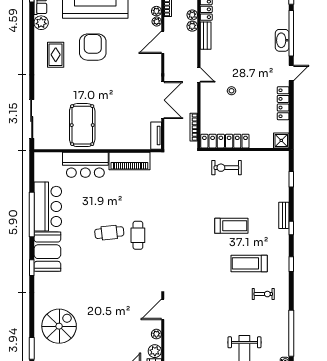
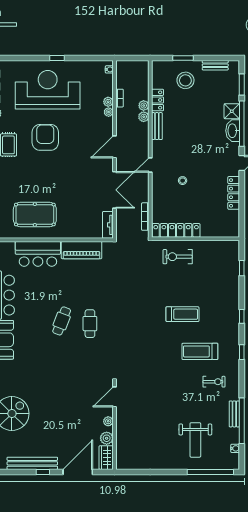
door: (163, 42) -> (114, 147), moved
door: (199, 75) -> (150, 165), swing flipped
pool table: (82, 125) -> (35, 215), turned 90
shower: (281, 140) -> (232, 111), moved
bench: (284, 215) -> (234, 414), moved
cafe table: (109, 233) -> (62, 321), turned -63

